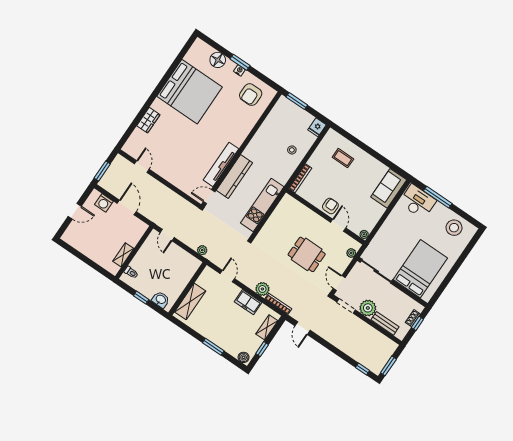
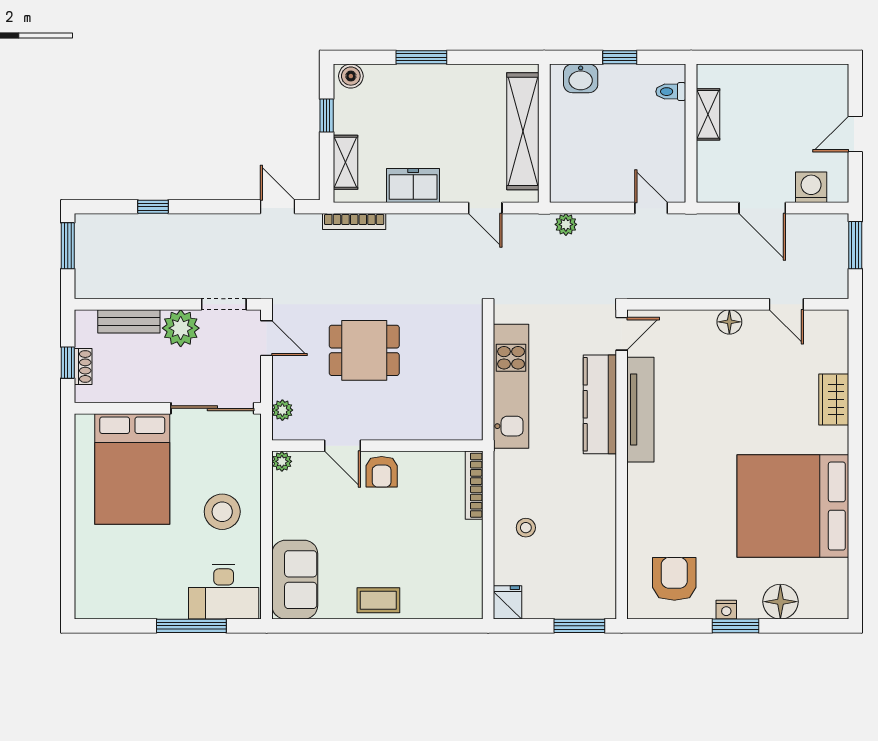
coffee table: (343, 158) -> (378, 600), moved
floor lamp: (167, 174) -> (729, 322), added
stool: (454, 228) -> (222, 512), moved
plant: (262, 289) -> (403, 229), removed
shelving: (190, 301) -> (523, 131), width x1.47
window: (363, 369) -> (153, 207), moved

